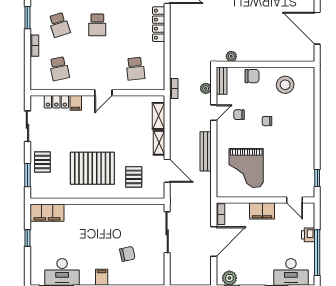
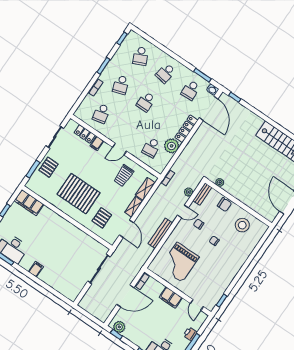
plant: (155, 53) -> (172, 146), added
trolley: (127, 118) -> (124, 176), added
chair: (127, 254) -> (63, 265), removed

